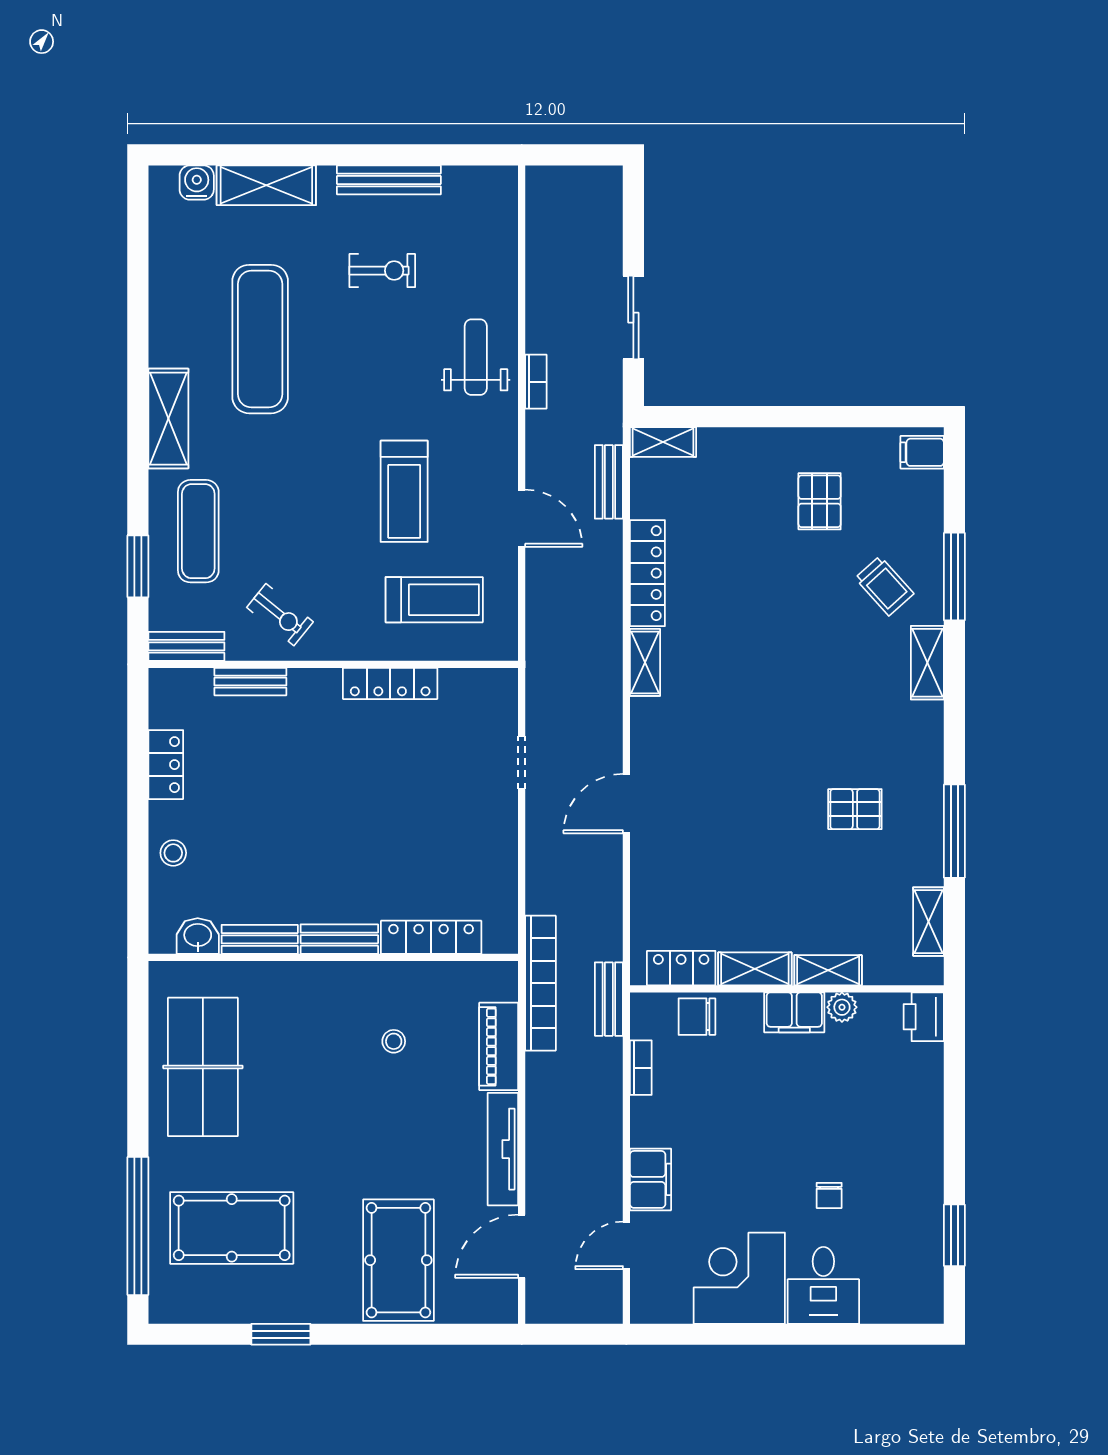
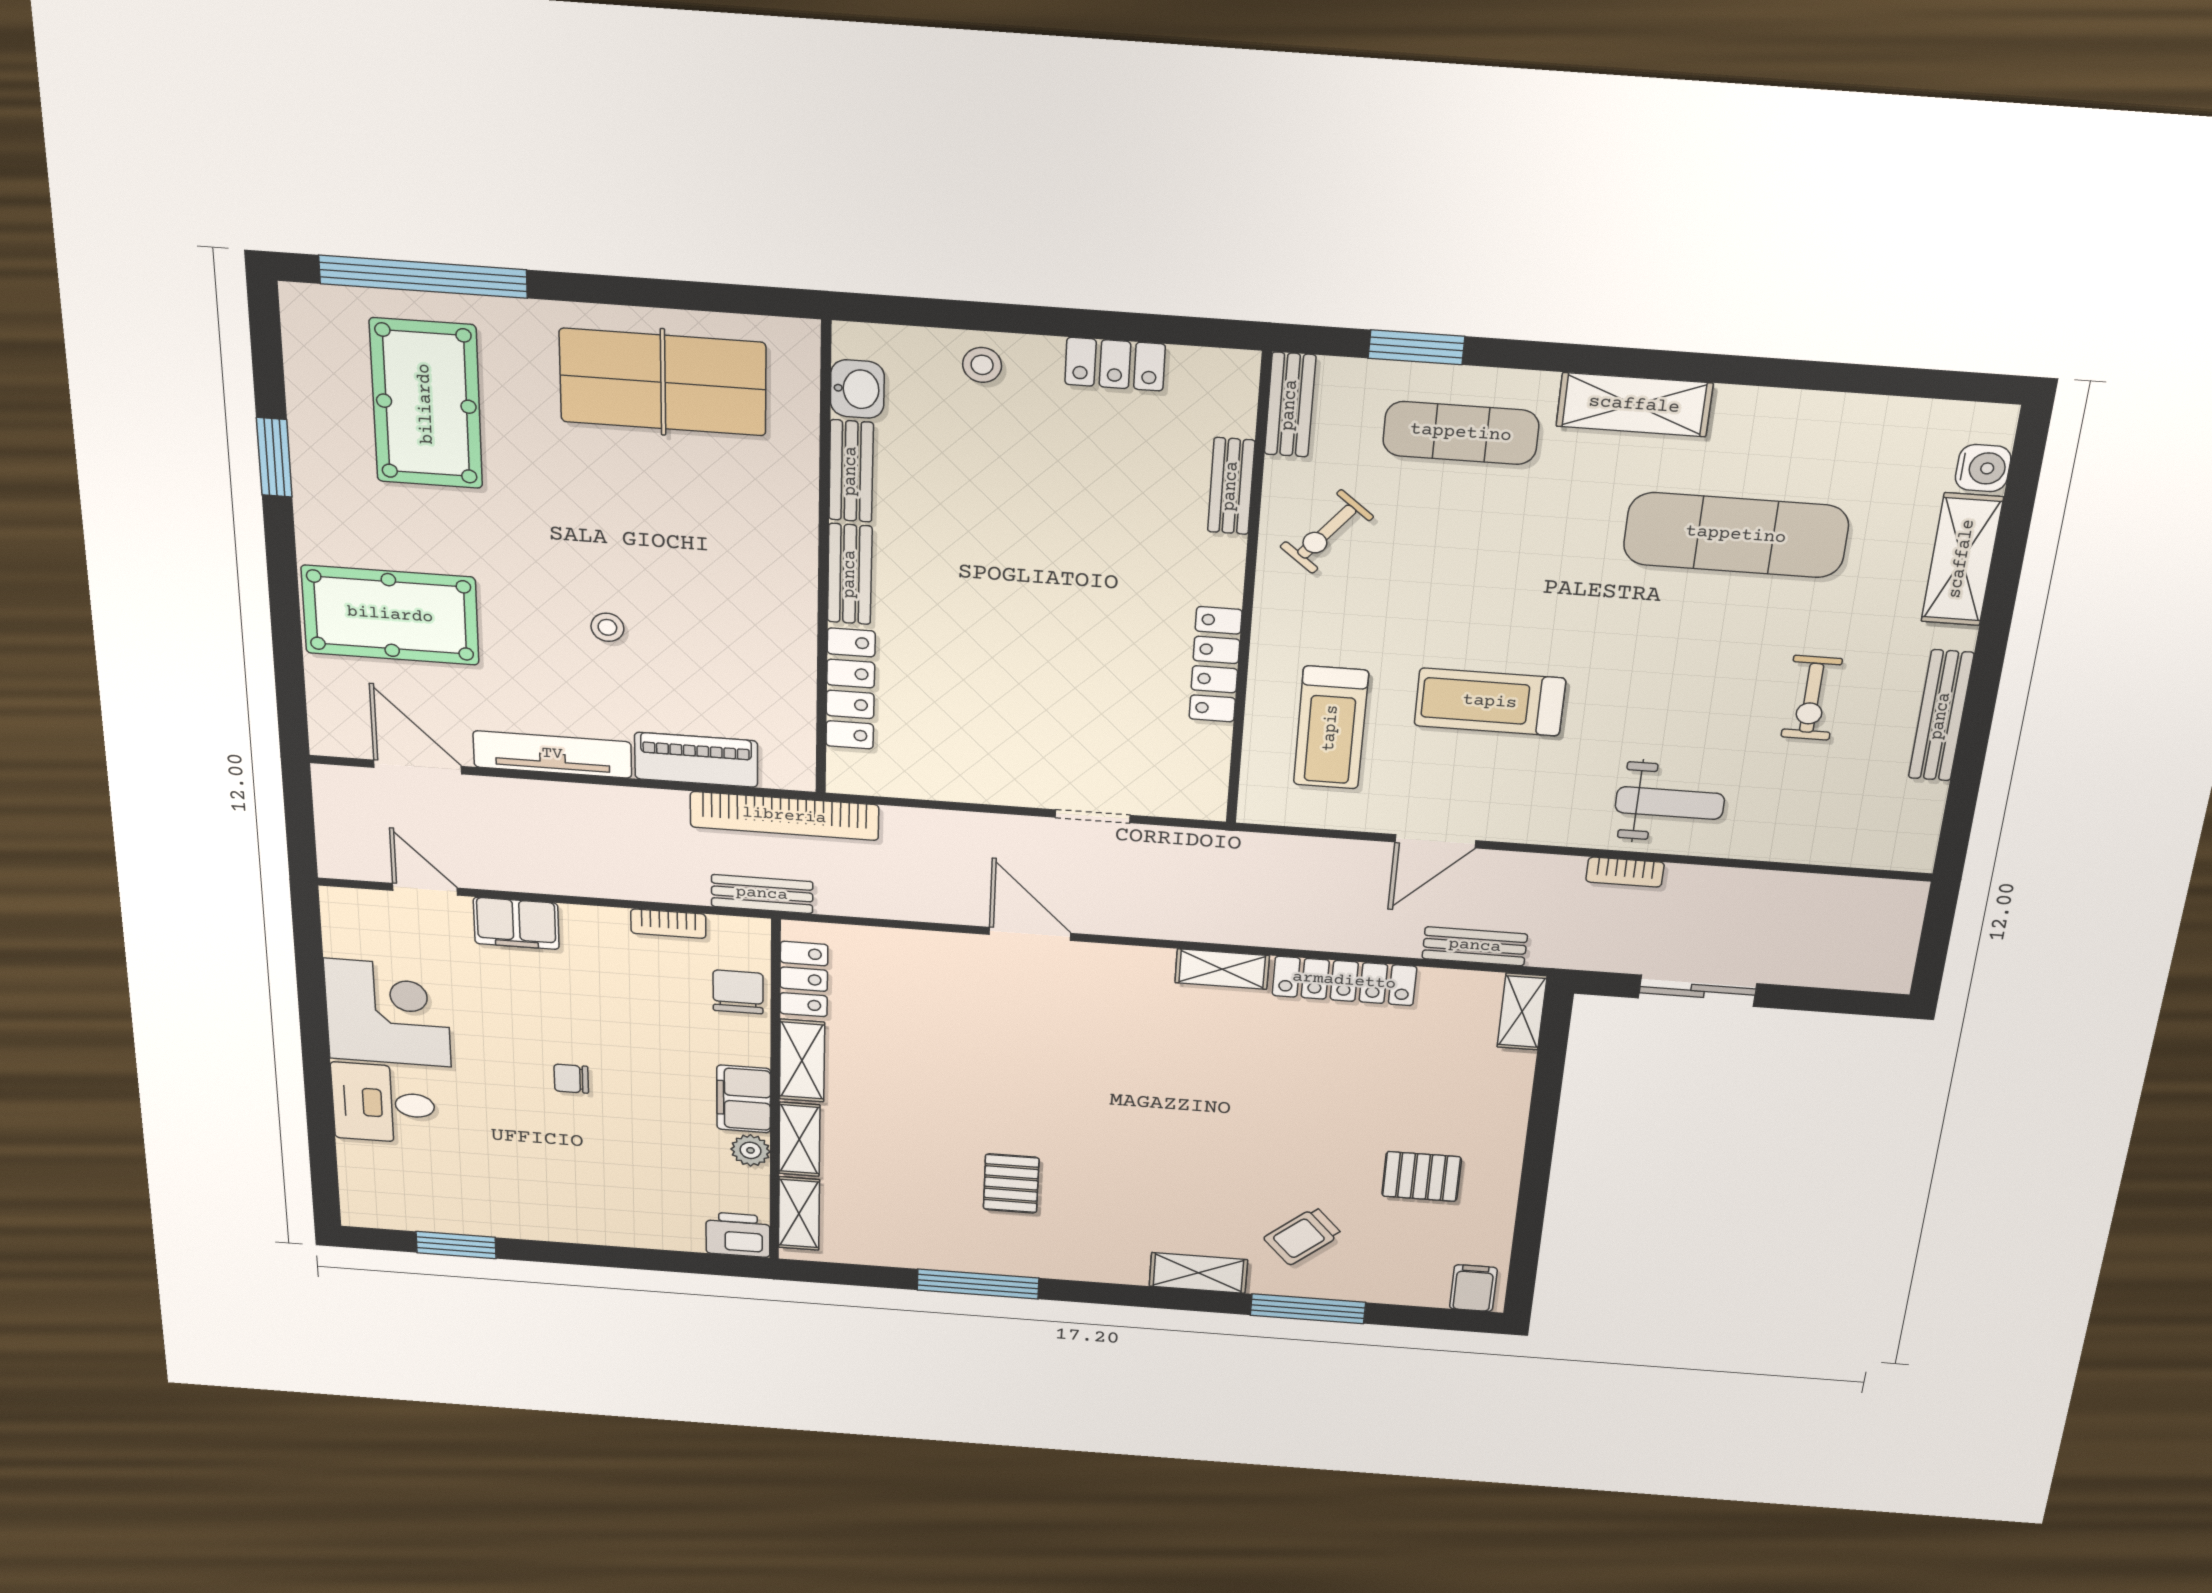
shelving: (928, 922) -> (799, 1214), moved, turned 90
stool: (394, 1041) -> (607, 627), moved
chair: (829, 1195) -> (571, 1079), moved

